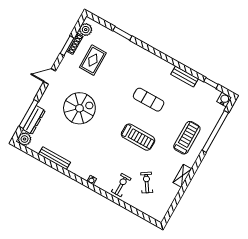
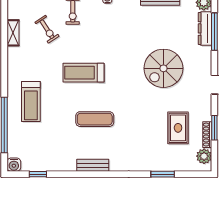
bench: (185, 77) -> (93, 165), moved
shelving: (182, 176) -> (13, 33), moved

